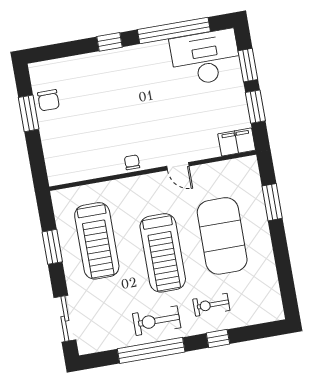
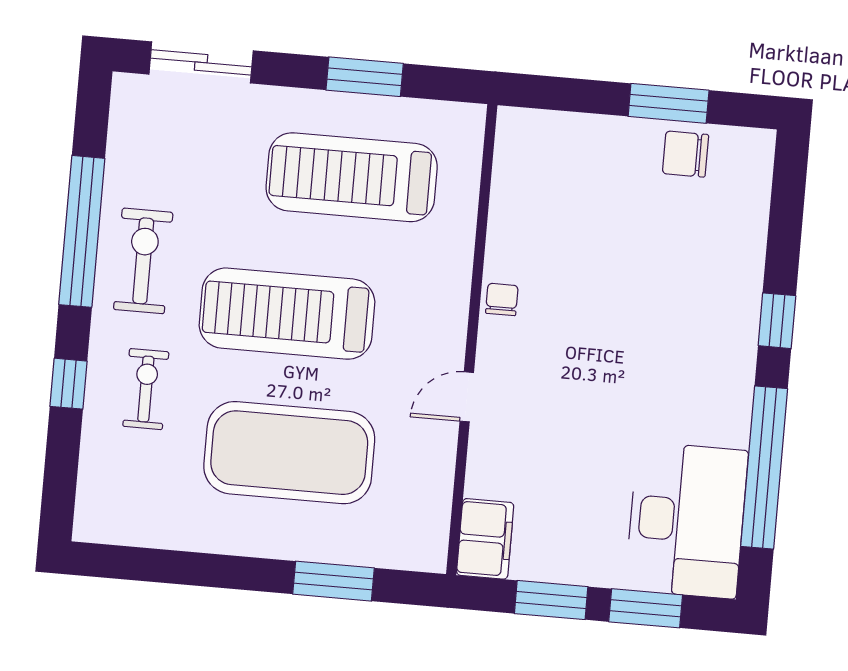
chair: (132, 162) -> (502, 299), turned -90

